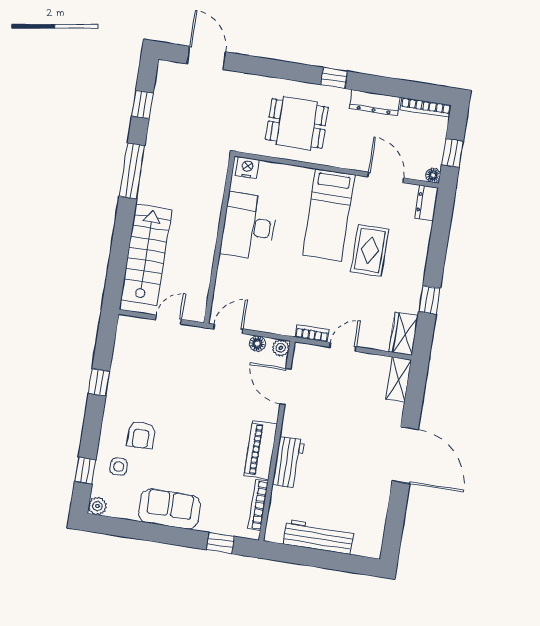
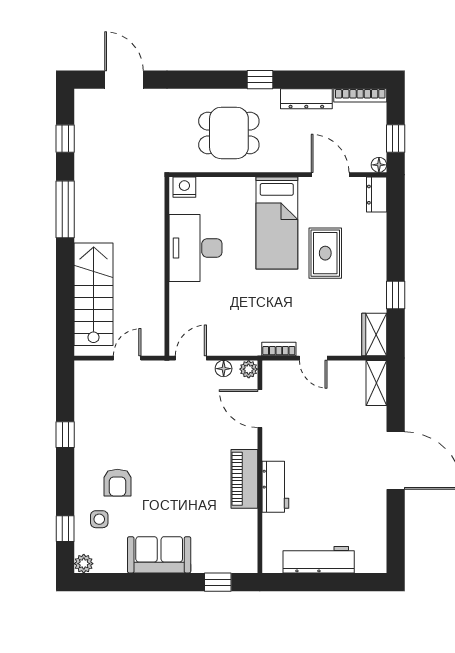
door: (343, 347) -> (313, 358), swing flipped
bookcase: (258, 505) -> (251, 537), removed

